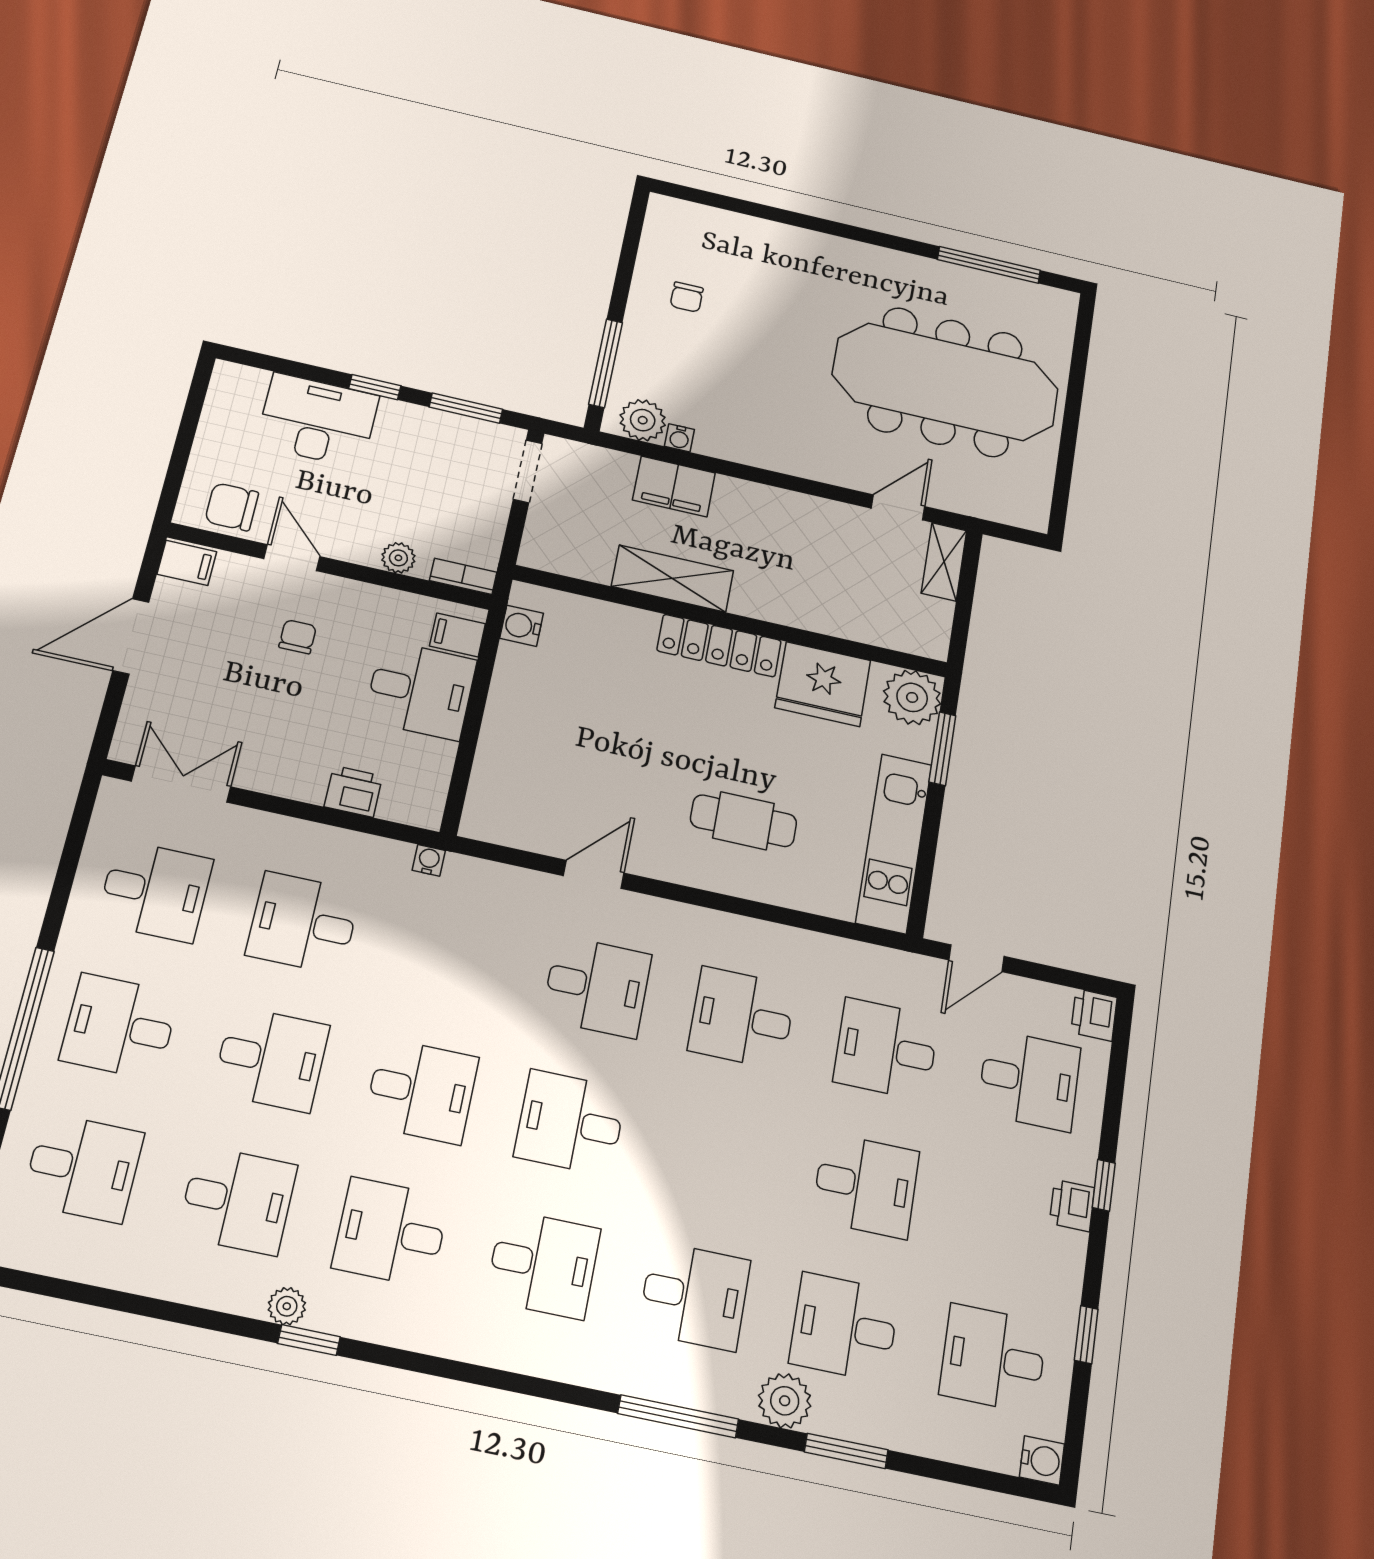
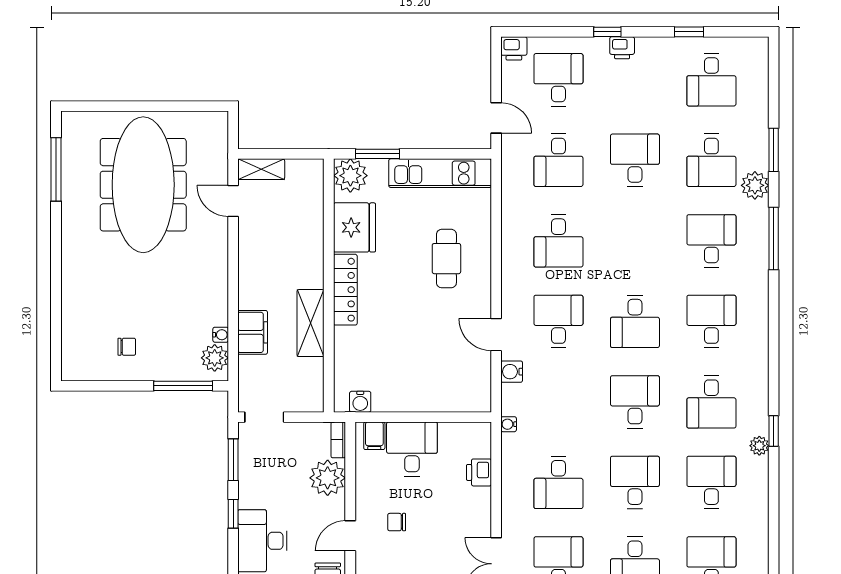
plant: (398, 558) -> (328, 478), width x1.88, depth x1.88
water cooler: (1042, 1460) -> (512, 372), moved, turned -90

